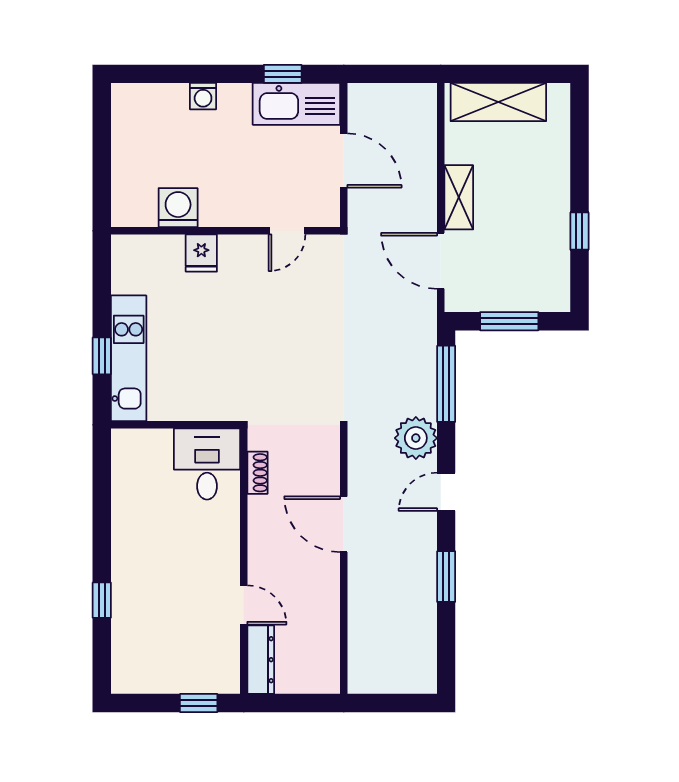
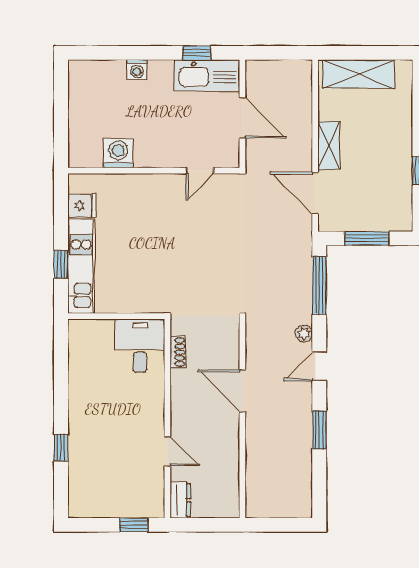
fridge: (201, 253) -> (82, 206), moved, turned -90
plant: (416, 438) -> (304, 333), width x0.53, depth x0.53
dresser: (261, 660) -> (180, 500), width x0.70

